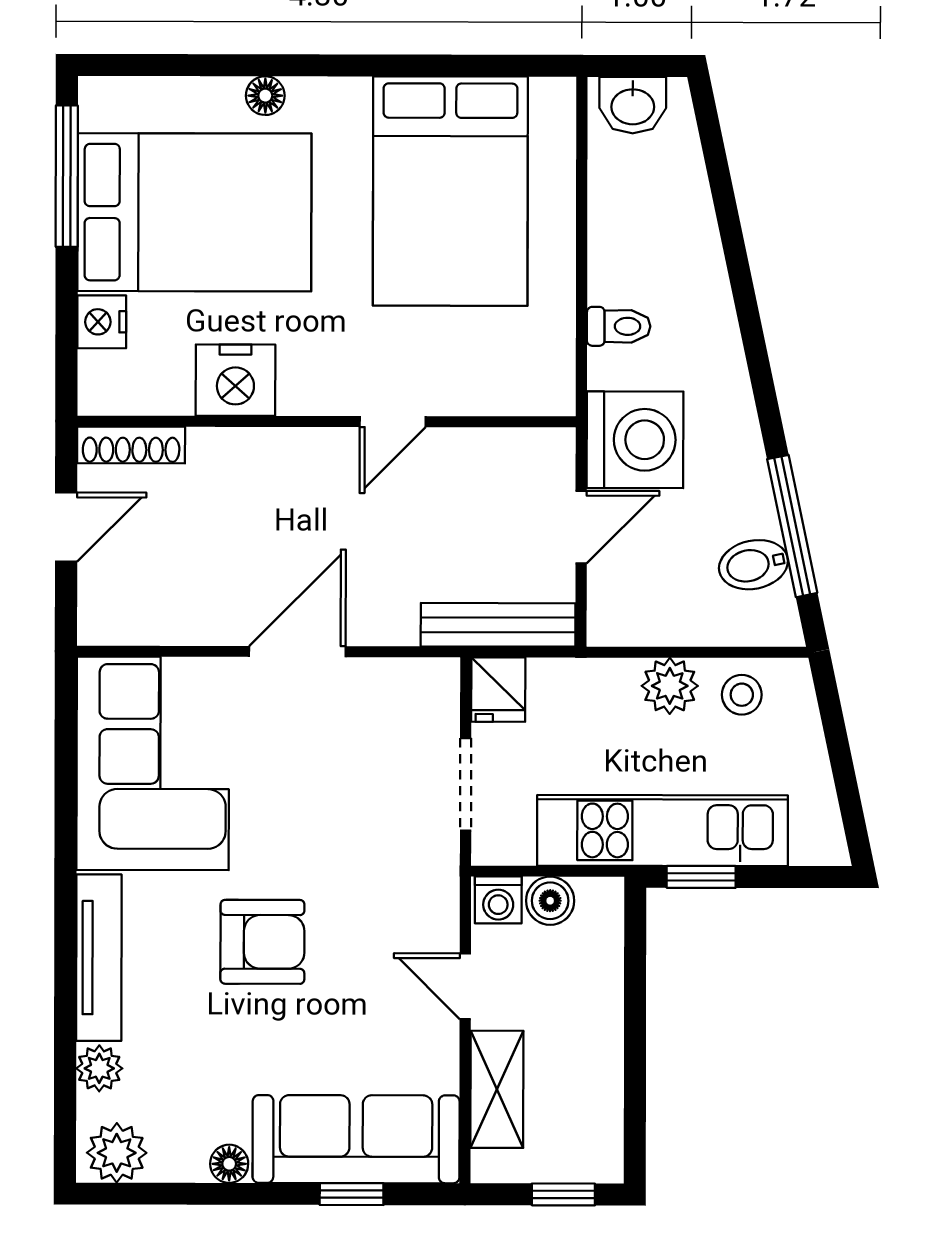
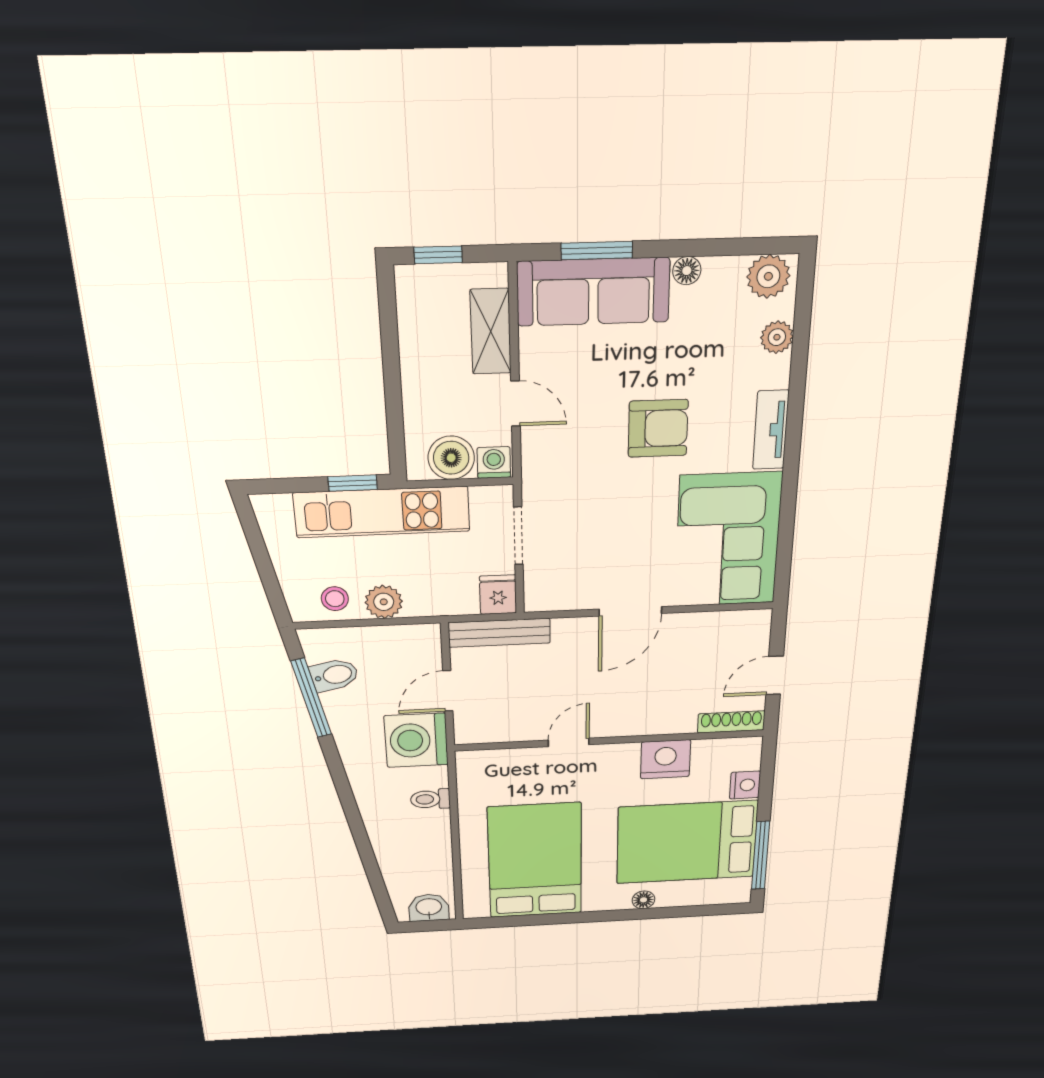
boiler: (550, 901) -> (451, 458), width x1.36, depth x1.36
armchair: (262, 942) -> (658, 428), turned 180
tv unit: (99, 958) -> (771, 430), width x0.71
window: (352, 1194) -> (597, 250), width x1.50

